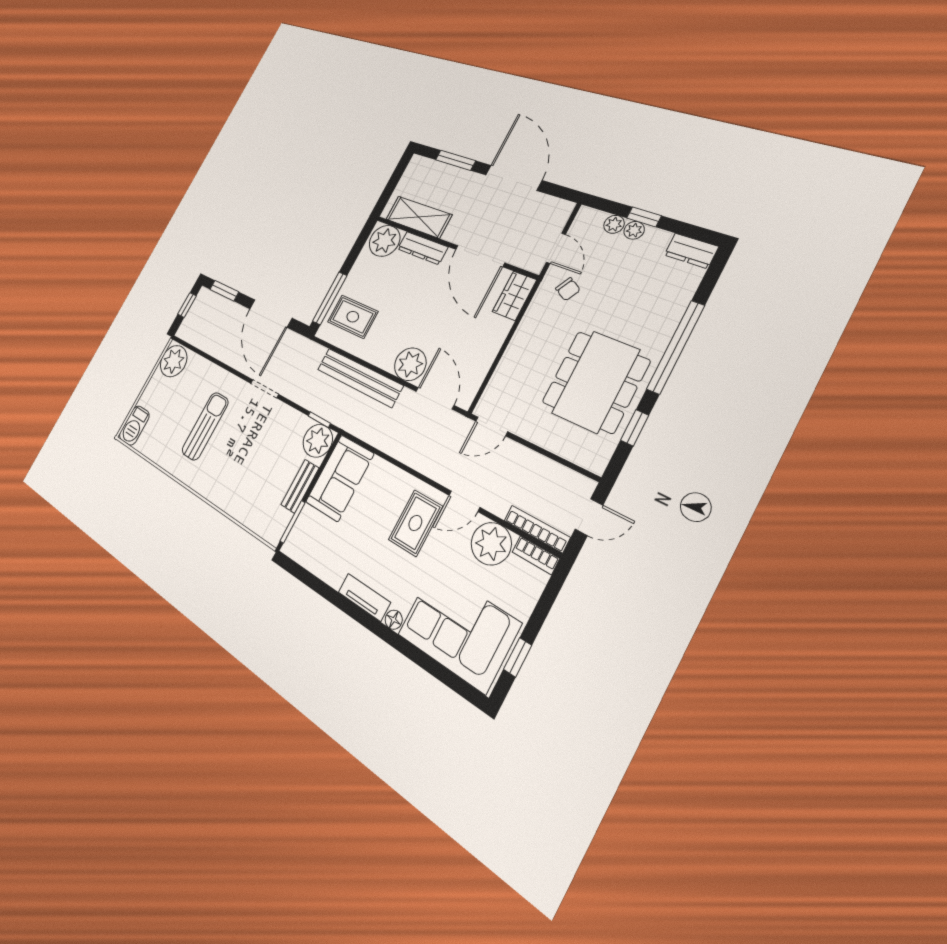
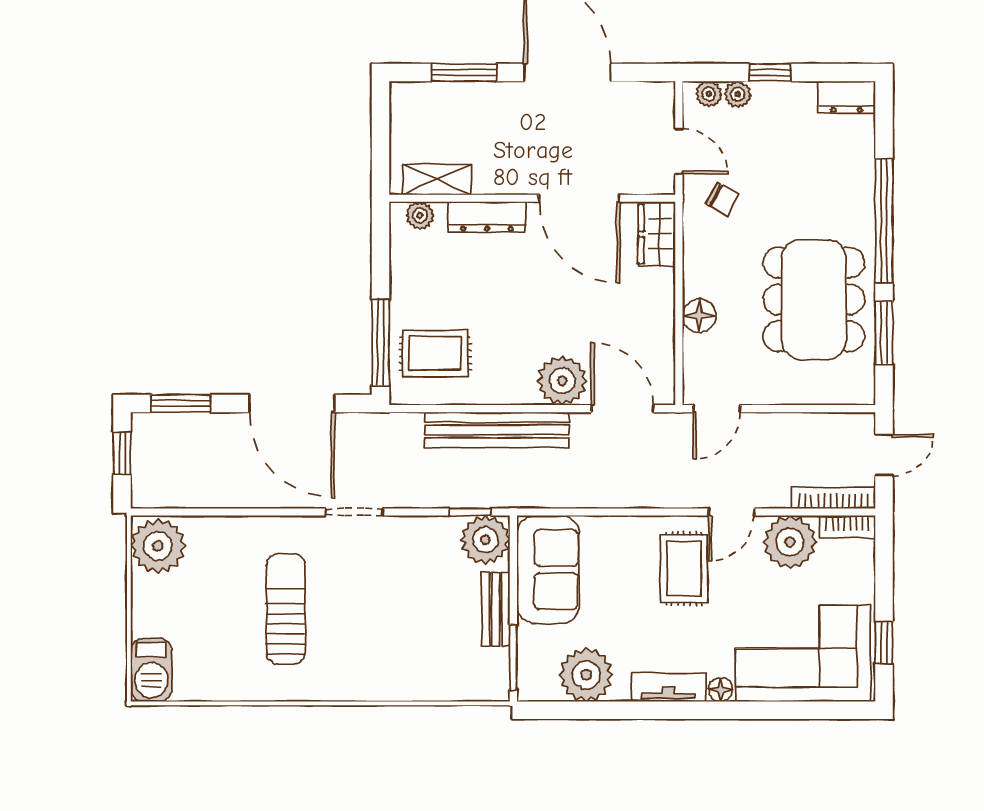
shelving: (419, 217) -> (437, 180), width x0.67, depth x0.75
plant: (634, 230) -> (709, 94), moved
plant: (385, 241) -> (420, 215), width x0.53, depth x0.53
floor lamp: (513, 360) -> (699, 316), added
window: (635, 428) -> (884, 333), width x1.50
plant: (324, 558) -> (586, 675), added

